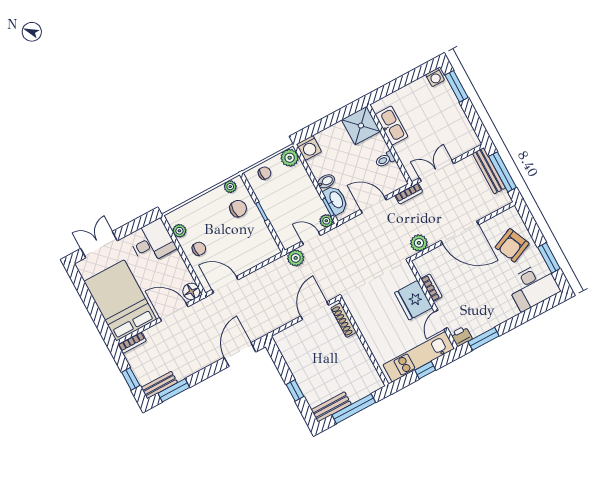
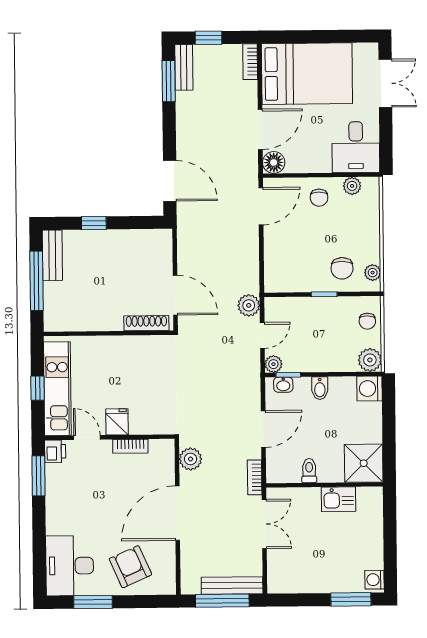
kitchen sink: (392, 125) -> (339, 499), width x0.73
washbasin: (336, 200) -> (283, 385), width x0.52, depth x0.69
fridge: (413, 300) -> (117, 422), width x0.53, depth x0.75

